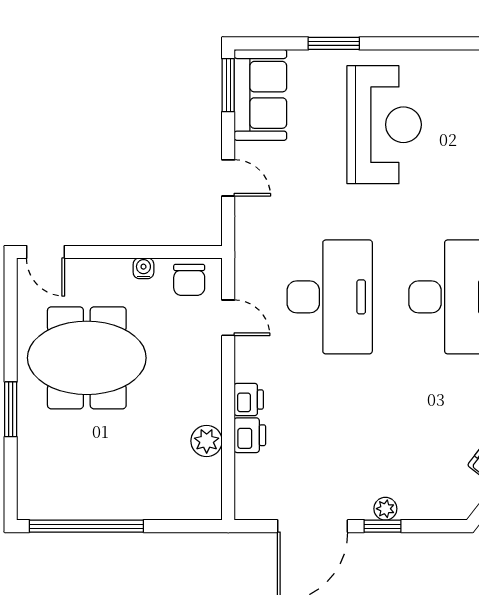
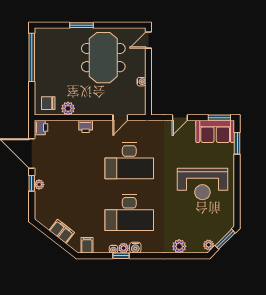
window: (334, 43) -> (237, 143), moved
chair: (189, 280) -> (48, 103), moved
printer: (250, 435) -> (41, 128), moved, turned -90

